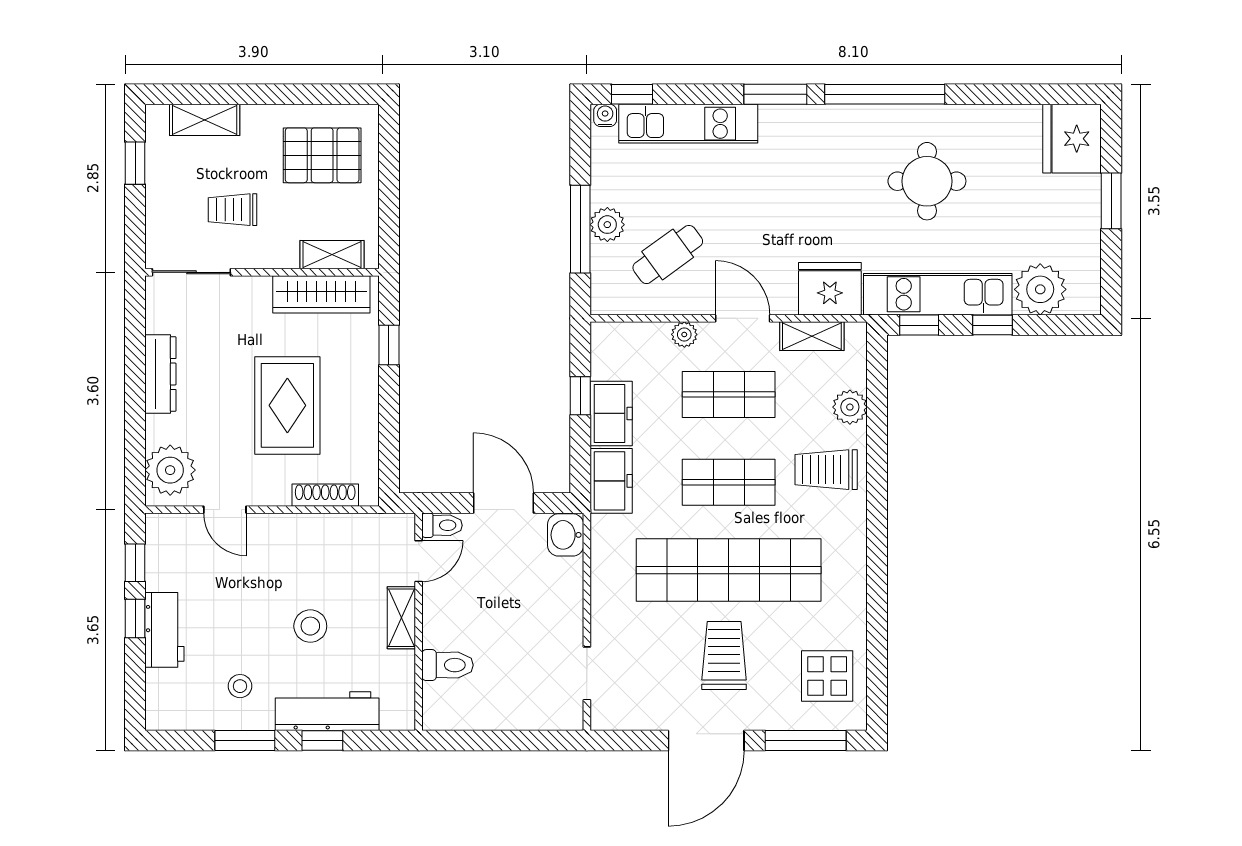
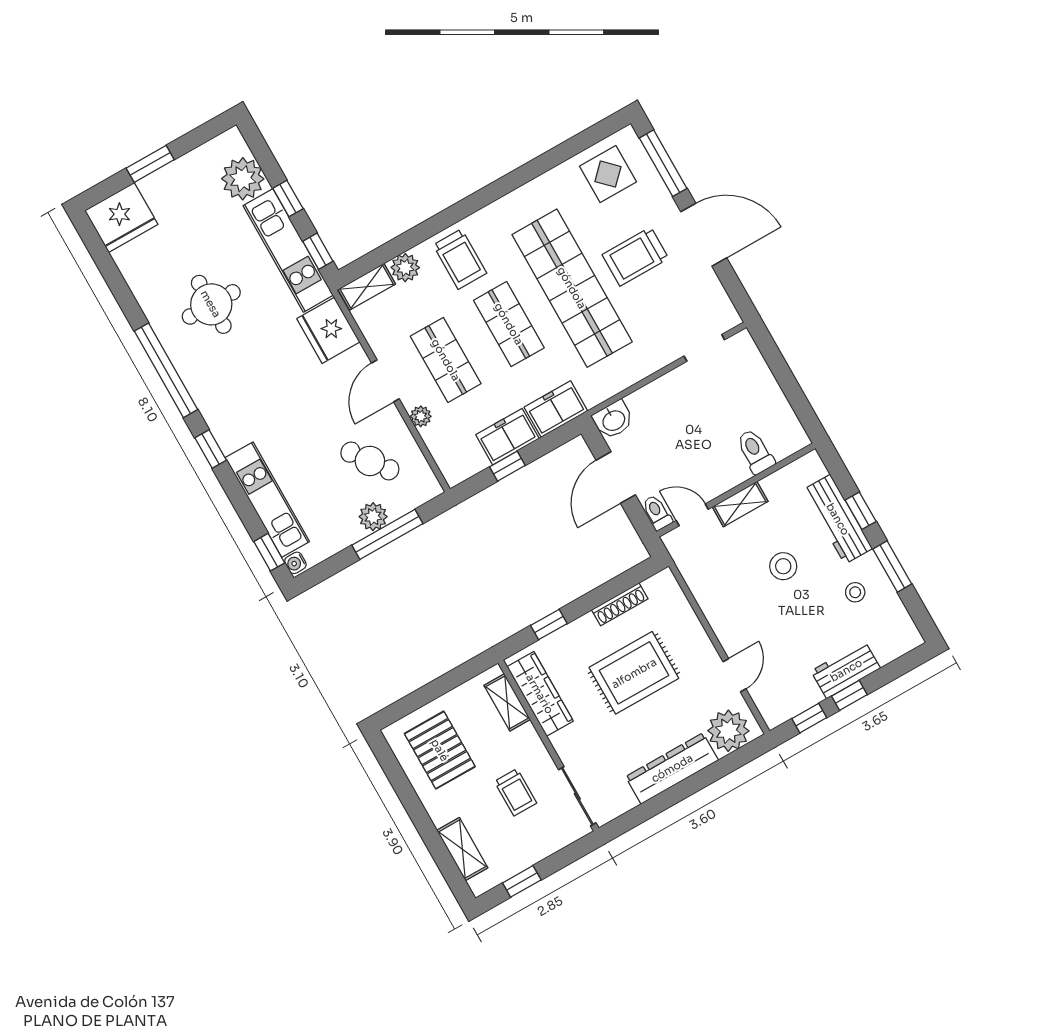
window: (775, 94) -> (211, 449), width x0.67
shelving: (812, 336) -> (367, 287), moved, turned 90
dresser: (160, 374) -> (672, 768), width x1.37, depth x1.24
shoe rack: (325, 495) -> (620, 604), moved, turned -90

